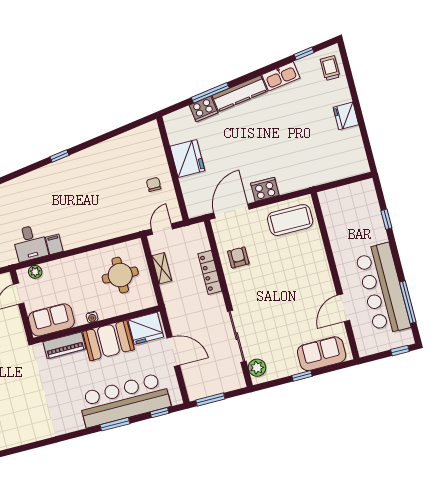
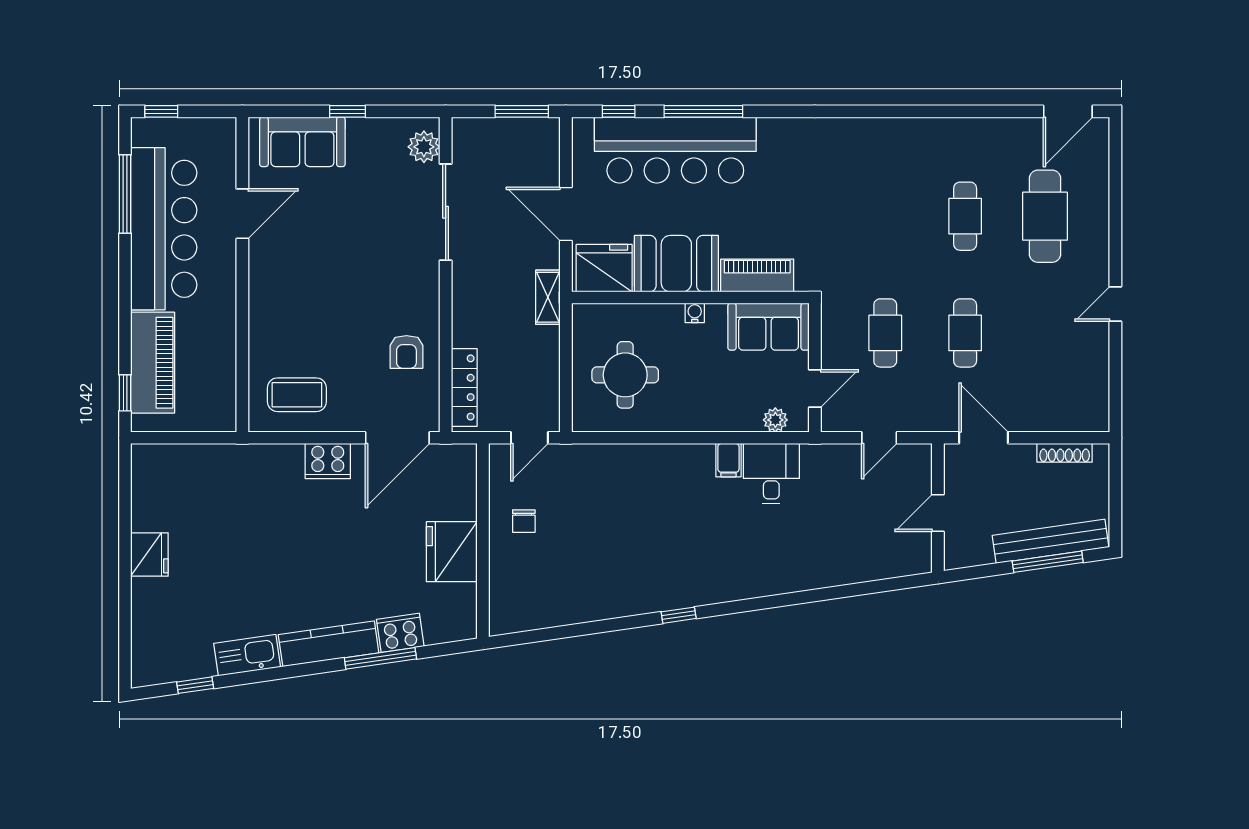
trolley: (330, 68) -> (155, 647), removed
piano: (370, 217) -> (153, 363), added
window: (386, 219) -> (125, 393), moved
coffee table: (290, 220) -> (297, 395), width x0.73, depth x0.76
shelving: (162, 268) -> (548, 297), moved
locker: (210, 272) -> (464, 387), moved
window: (115, 424) -> (703, 111), width x1.44

